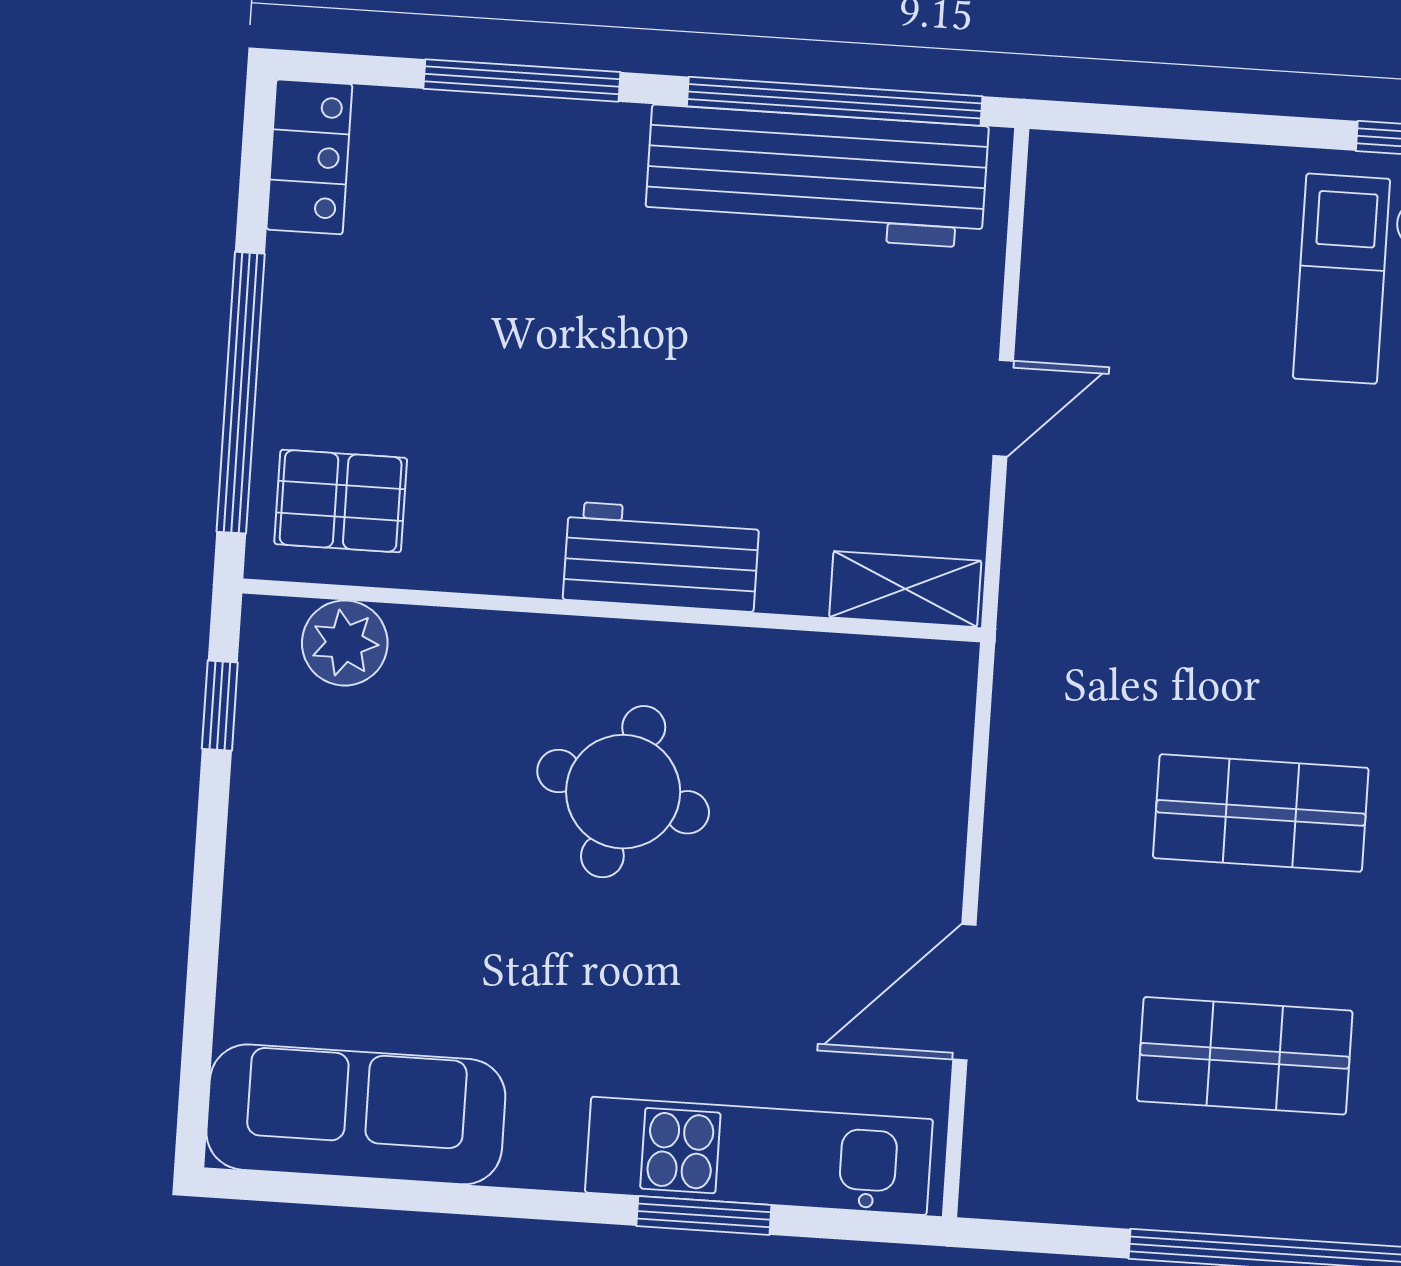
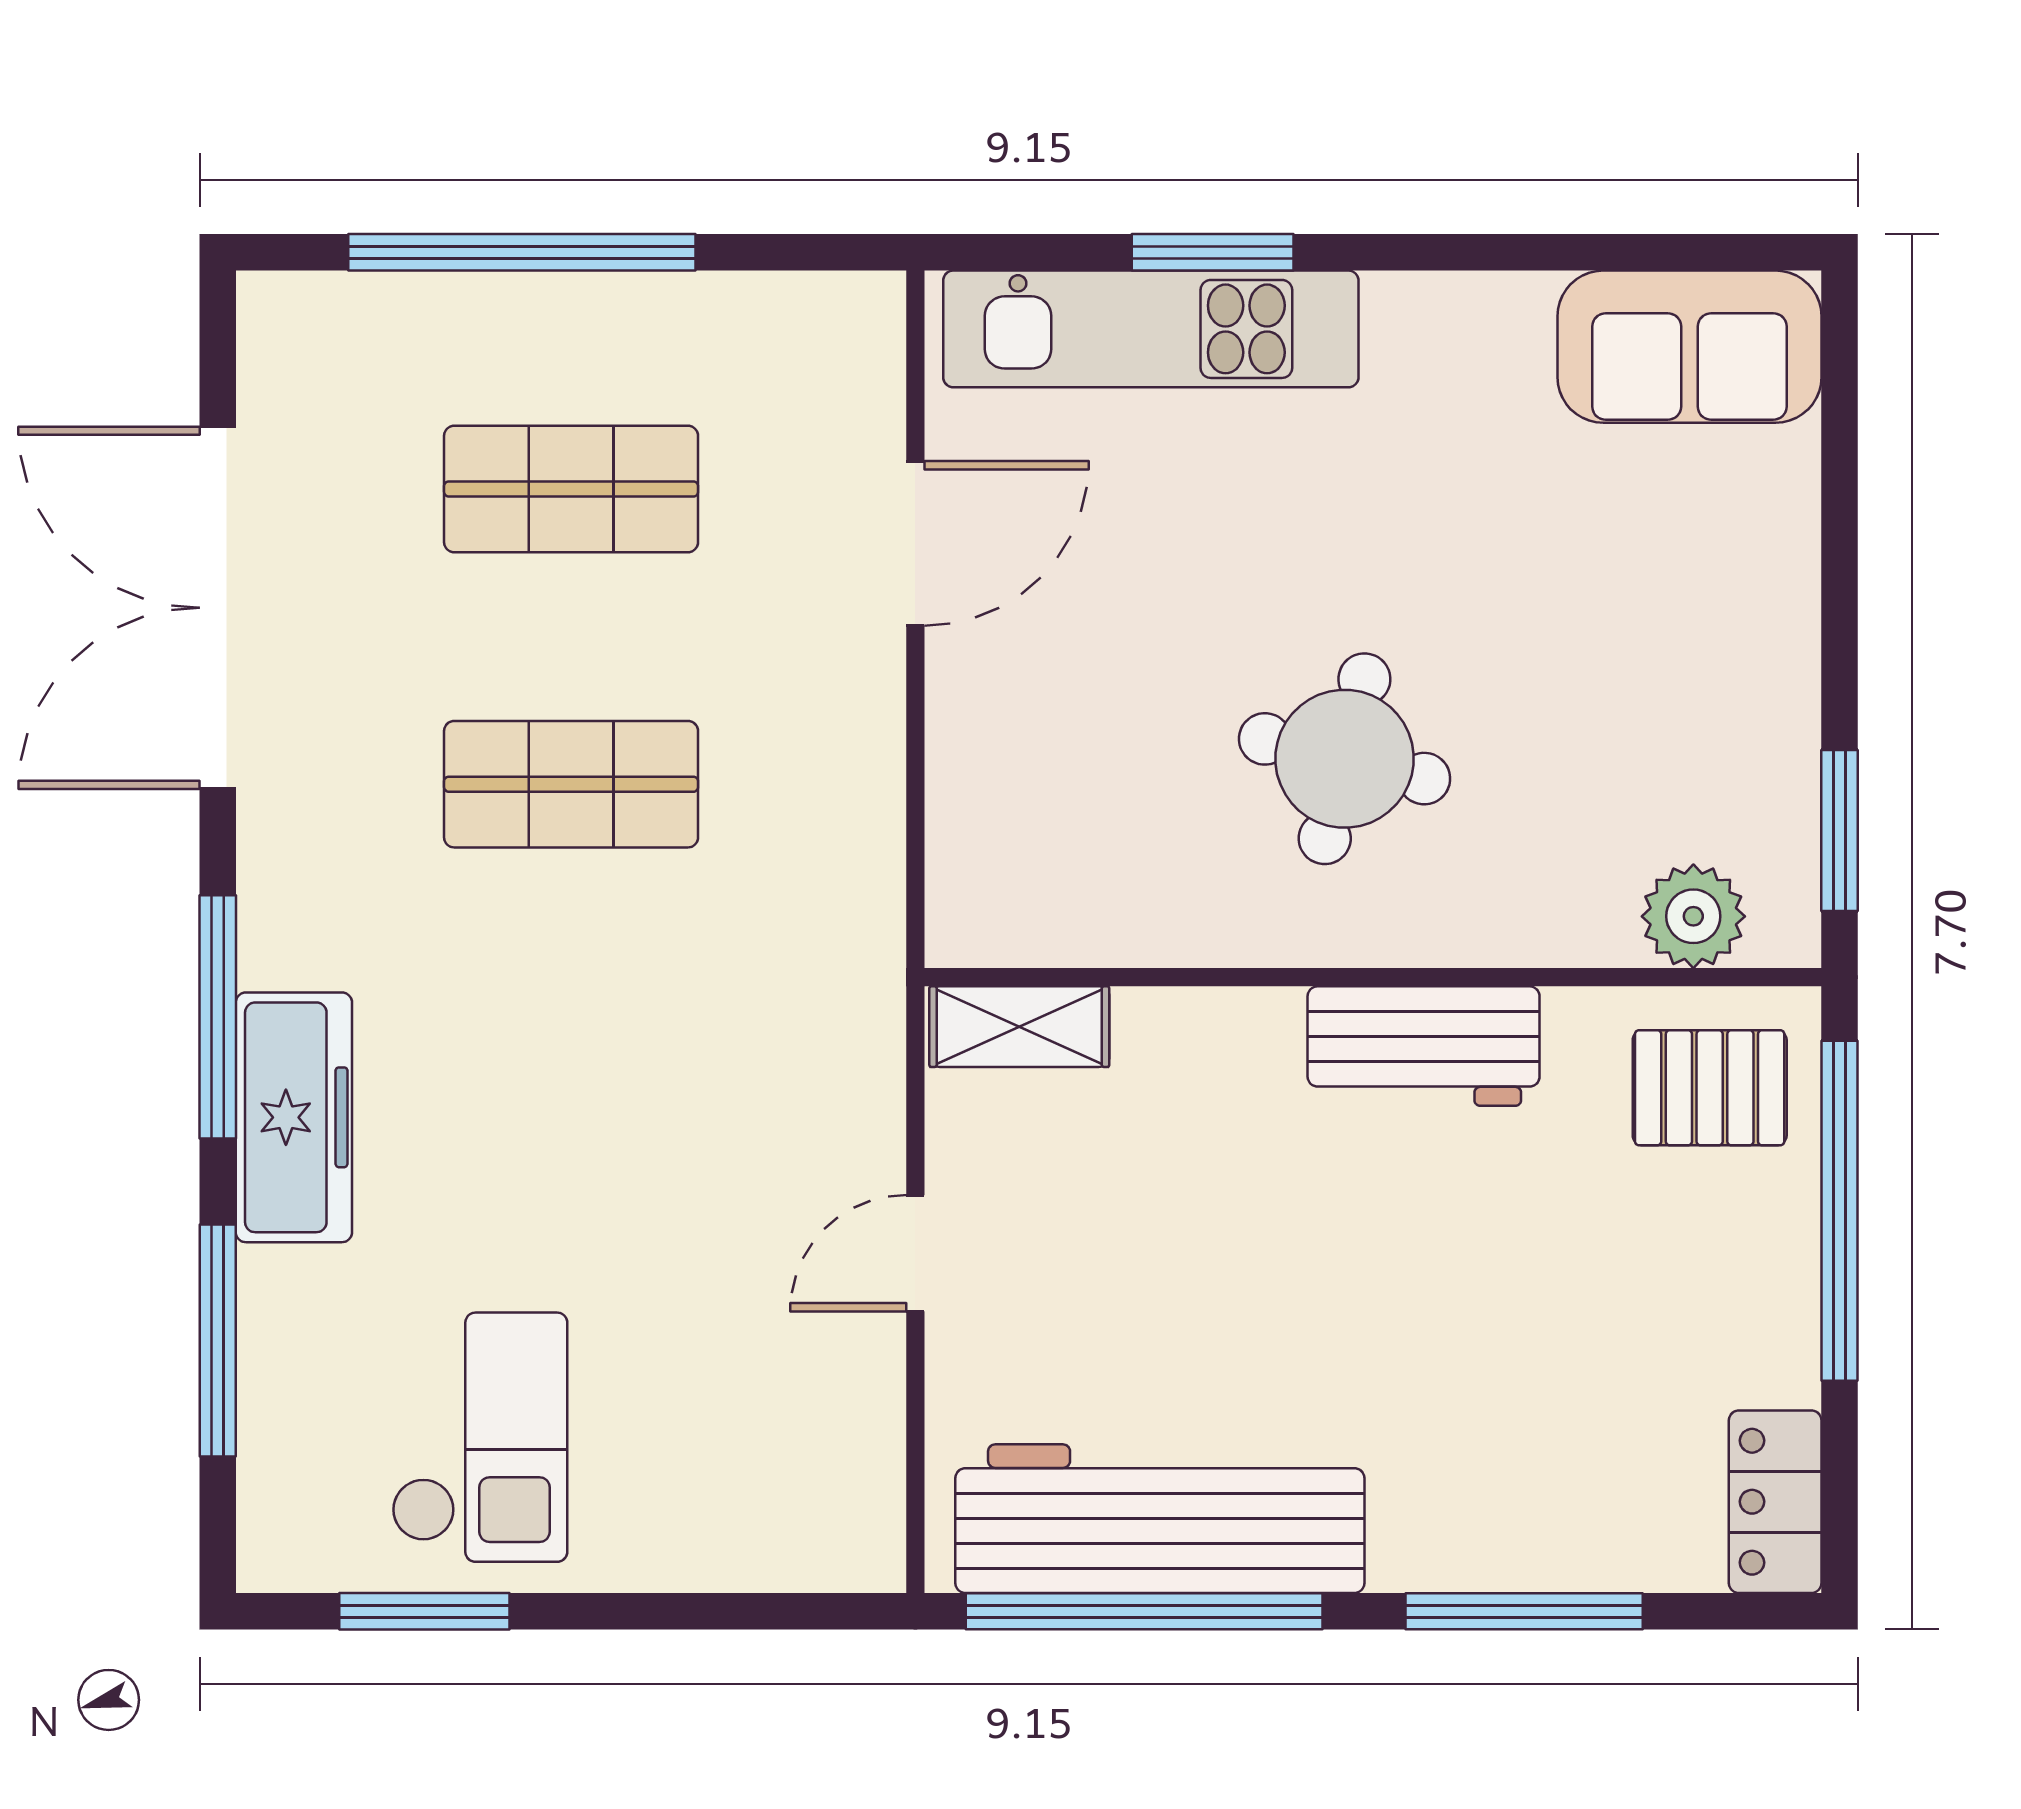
workbench: (661, 557) -> (1424, 1046), moved
window: (220, 706) -> (1839, 830), width x1.50
sofa: (356, 1114) -> (1689, 347), width x0.73

